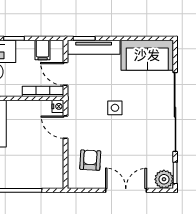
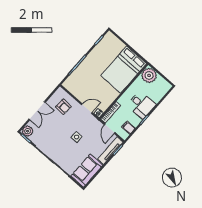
door: (66, 74) -> (110, 129), swing flipped

